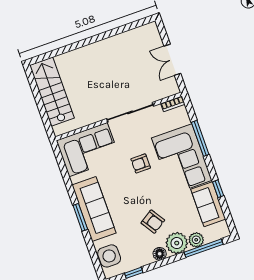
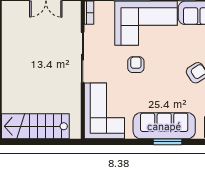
armchair: (141, 163) -> (136, 65), turned 180

